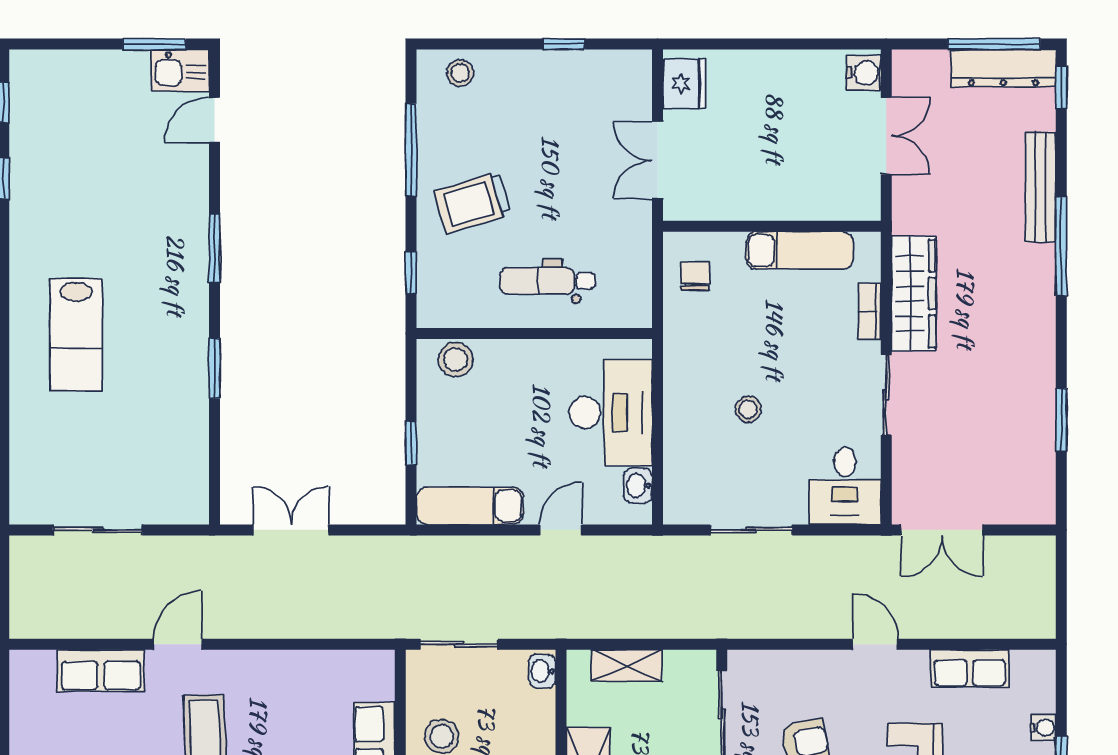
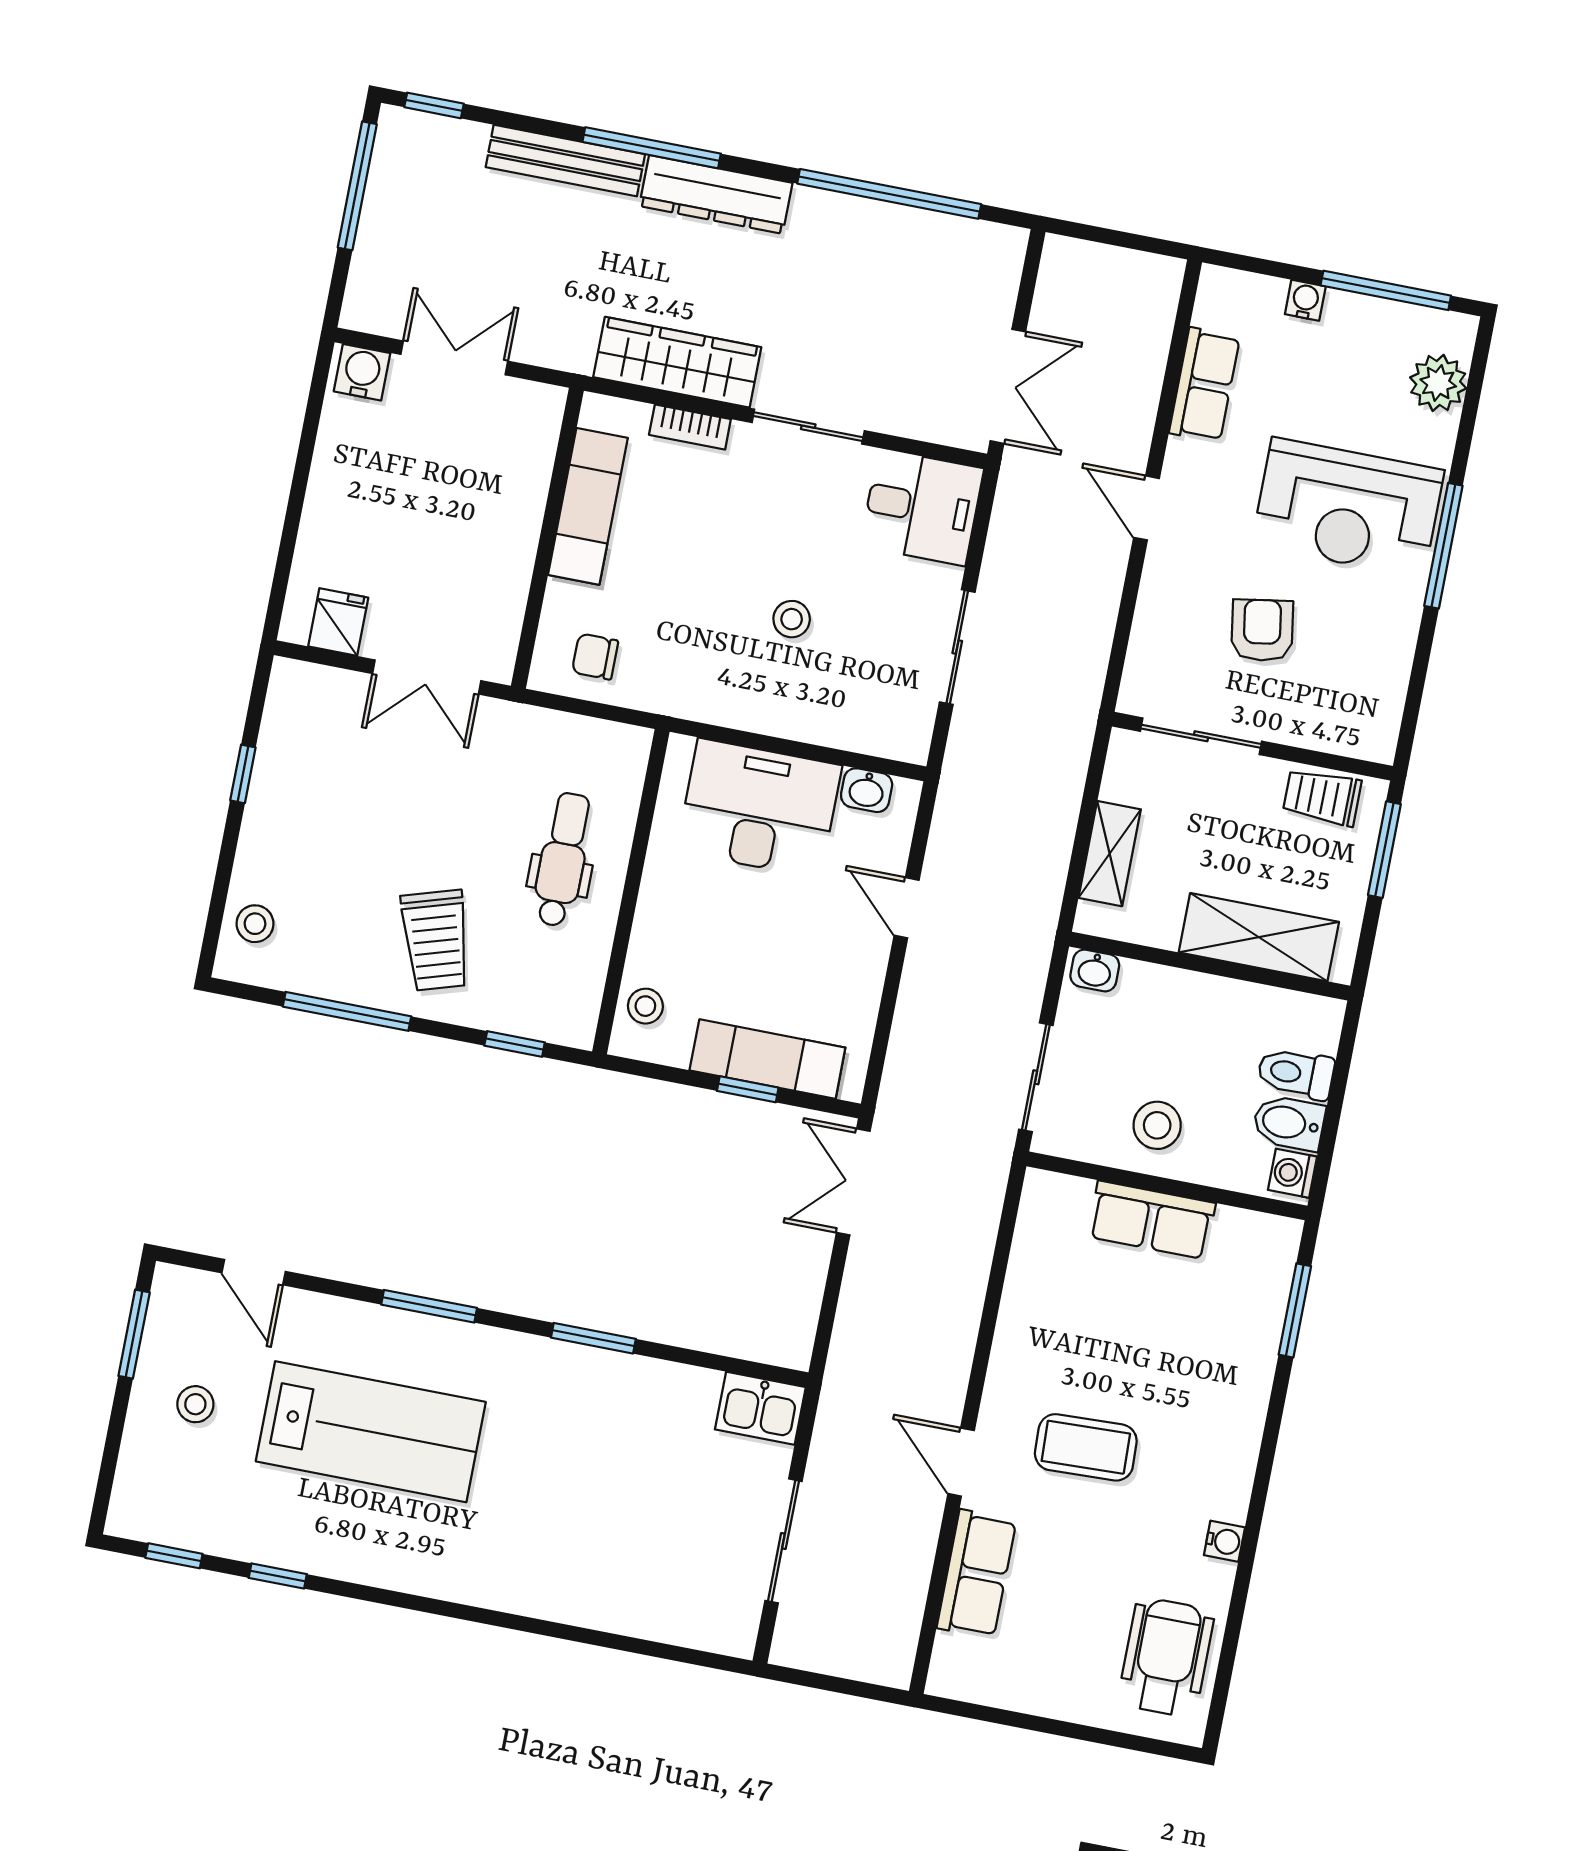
dresser: (1003, 68) -> (716, 194), moved, turned 90
kitchen sink: (180, 71) -> (760, 1408), moved, turned 90
fridge: (684, 83) -> (338, 622), width x0.72
stool: (113, 97) -> (195, 1404), added
dental chair: (547, 281) -> (563, 860), turned 180
lab bench: (76, 335) -> (371, 1432), moved, width x1.36, depth x1.39
stool: (456, 359) -> (645, 1006), width x0.73, depth x0.73
window: (1061, 420) -> (889, 194), width x2.11
exam couch: (470, 506) -> (767, 1059), moved, turned 90
double door: (291, 530) -> (853, 1182), moved
door: (875, 644) -> (1147, 508), hinge flipped

